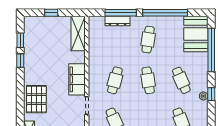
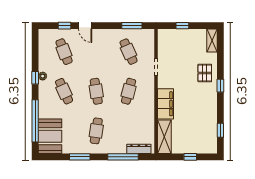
window: (165, 13) -> (80, 157), width x0.47
dresser: (117, 21) -> (139, 149), moved
window: (20, 61) -> (220, 86), moved
filing cabinet: (77, 79) -> (165, 104), moved
pallet: (36, 99) -> (205, 73), width x0.67, depth x0.71

